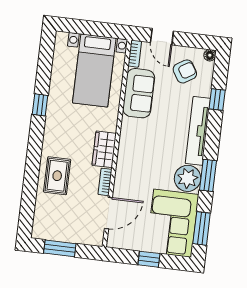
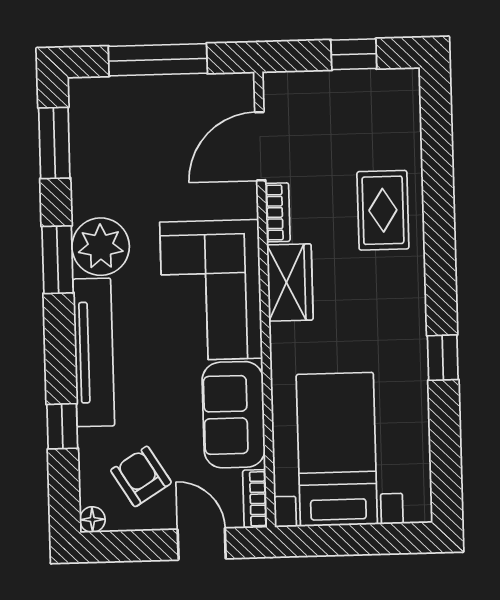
armchair: (185, 71) -> (141, 476), turned 90
corner sofa: (173, 223) -> (211, 290), moved, turned 180
window: (60, 248) -> (354, 54), width x0.67
window: (149, 259) -> (158, 60), width x2.17

